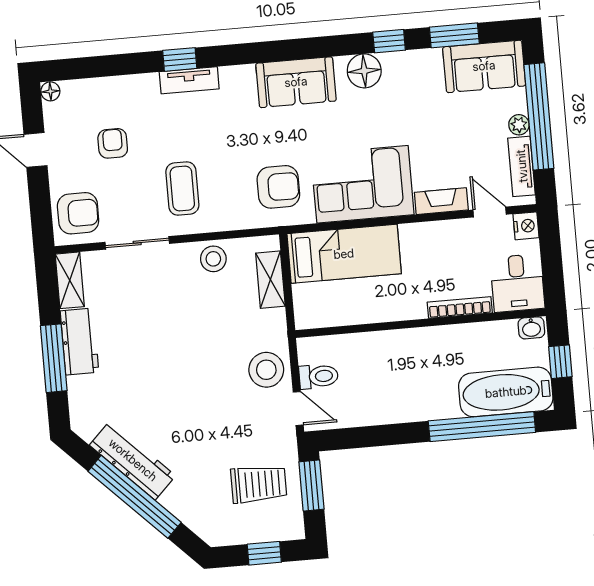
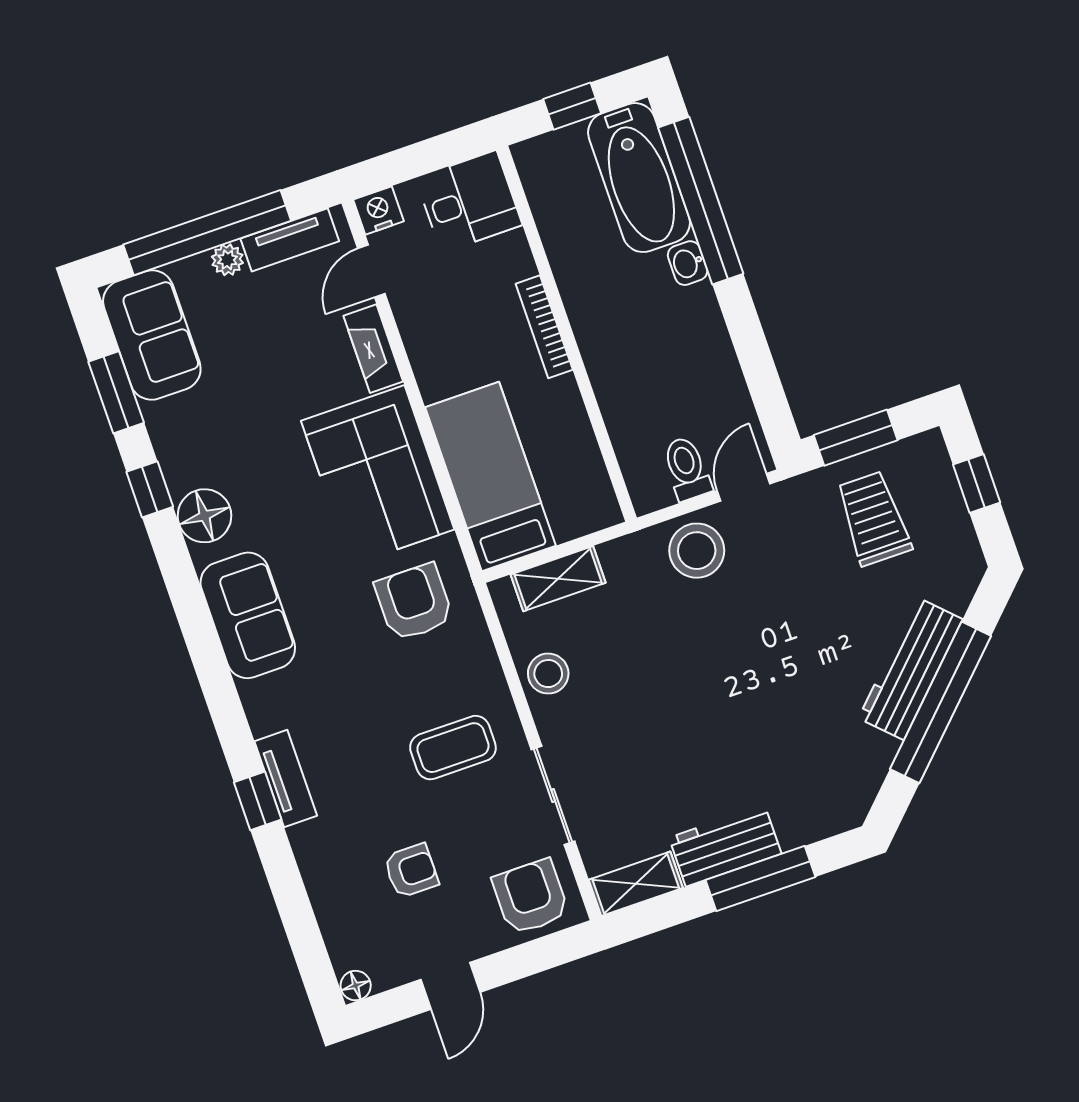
armchair: (113, 143) -> (411, 871), turned 180
bookcase: (460, 307) -> (544, 327), moved
washbasin: (531, 328) -> (688, 263), moved, turned 180
workbench: (133, 460) -> (910, 669), moved

